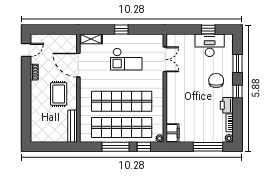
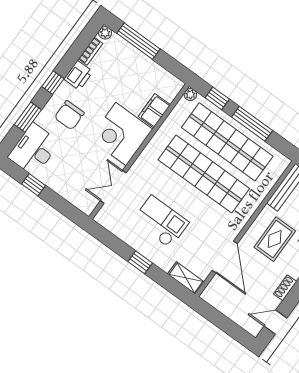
desk: (210, 45) -> (34, 150), moved, turned 90
corner desk: (181, 90) -> (121, 134), added
filing cabinet: (173, 133) -> (154, 111), moved

